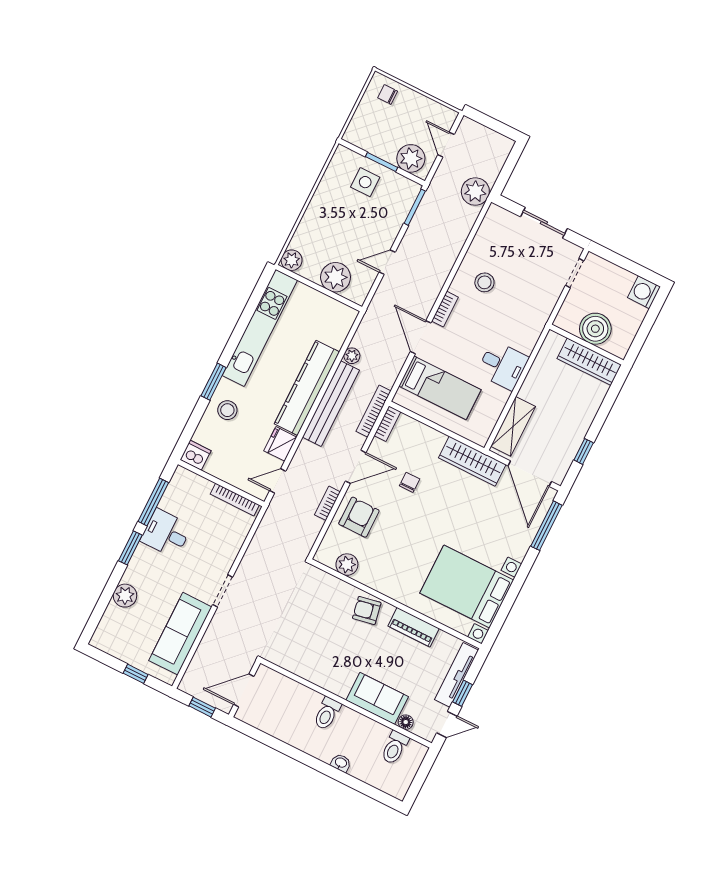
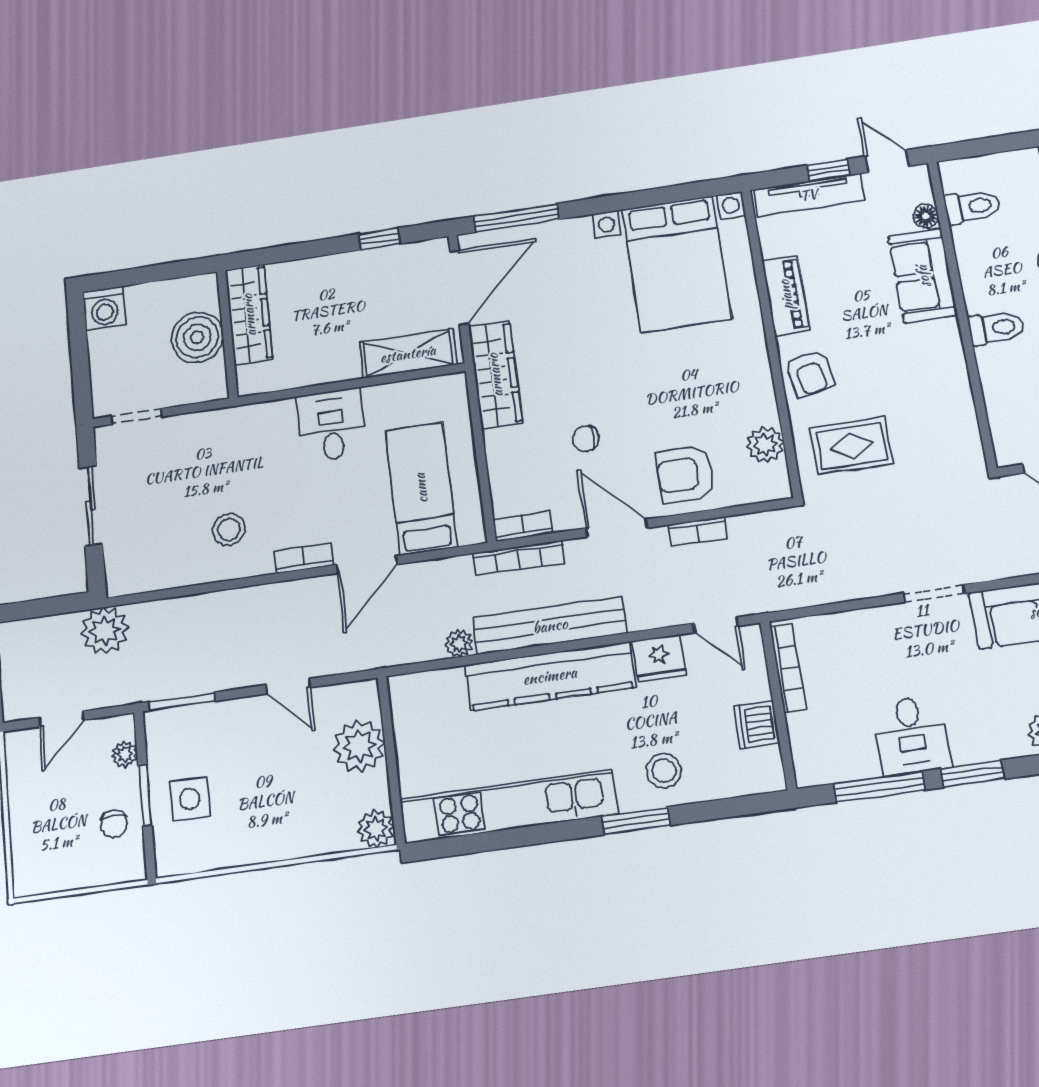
chair: (388, 94) -> (114, 824), moved
plant: (411, 158) -> (125, 754), width x0.53, depth x0.53
dishwasher: (196, 455) -> (757, 725), moved
rug: (318, 604) -> (852, 446), added

